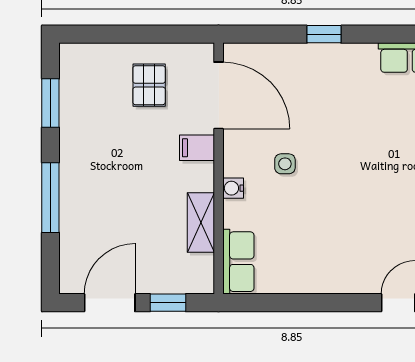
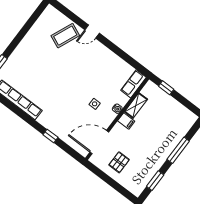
door: (219, 95) -> (99, 142), hinge flipped
filing cabinet: (197, 148) -> (126, 121), moved
door: (110, 303) -> (185, 102), removed

